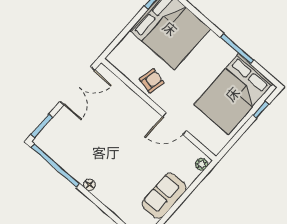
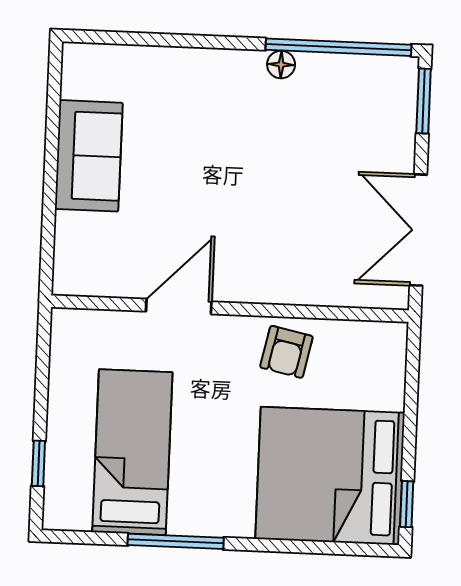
bed: (233, 94) -> (132, 452), width x0.67
plant: (202, 164) -> (67, 271), removed
floor lamp: (89, 185) -> (281, 65), moved

